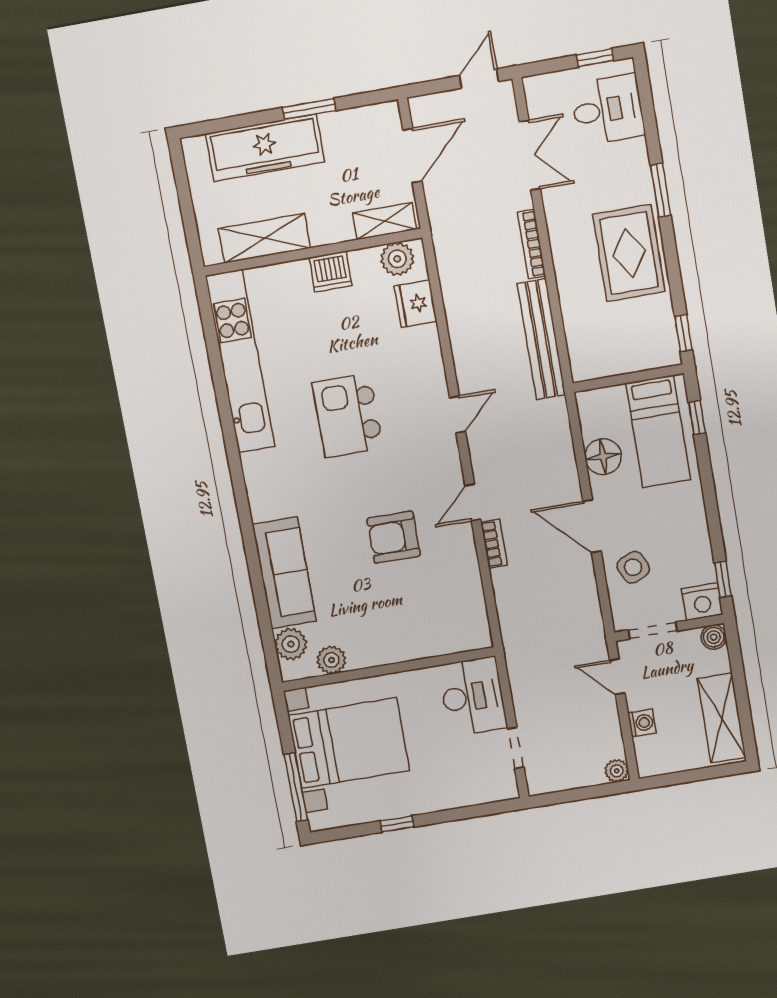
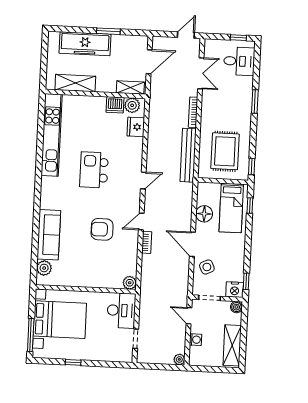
rug: (629, 253) -> (225, 151), moved
dishwasher: (331, 271) -> (115, 105), moved
plant: (331, 660) -> (130, 283), moved

